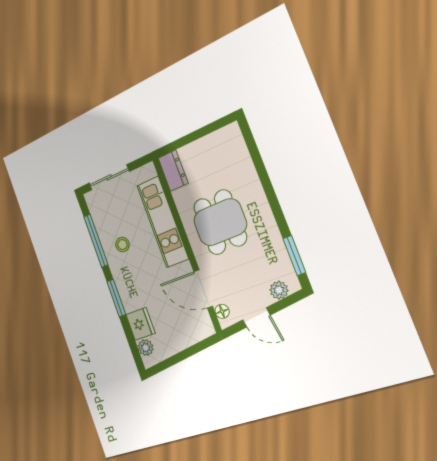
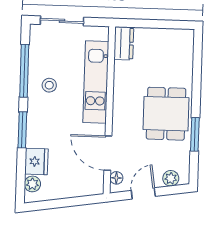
dining table: (220, 222) -> (166, 114), moved
window: (294, 256) -> (195, 134), moved
door: (256, 317) -> (143, 193), swing flipped

